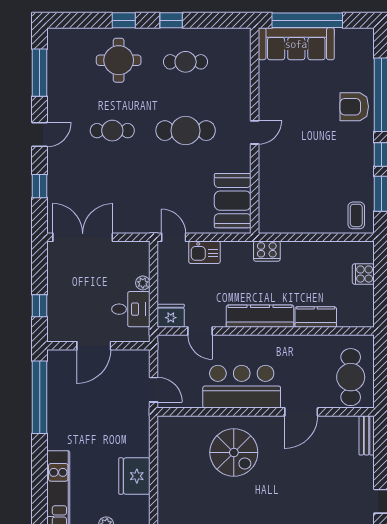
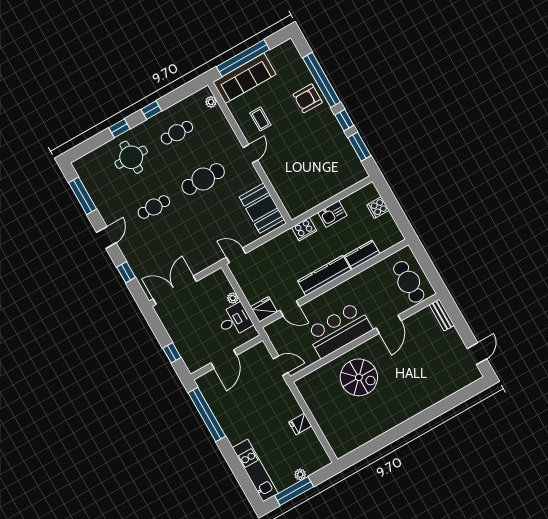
plant: (244, 49) -> (211, 102), added
coffee table: (356, 215) -> (260, 119), moved
kitchen sink: (204, 252) -> (332, 214), moved
fridge: (134, 476) -> (300, 424), width x0.53, depth x0.75

